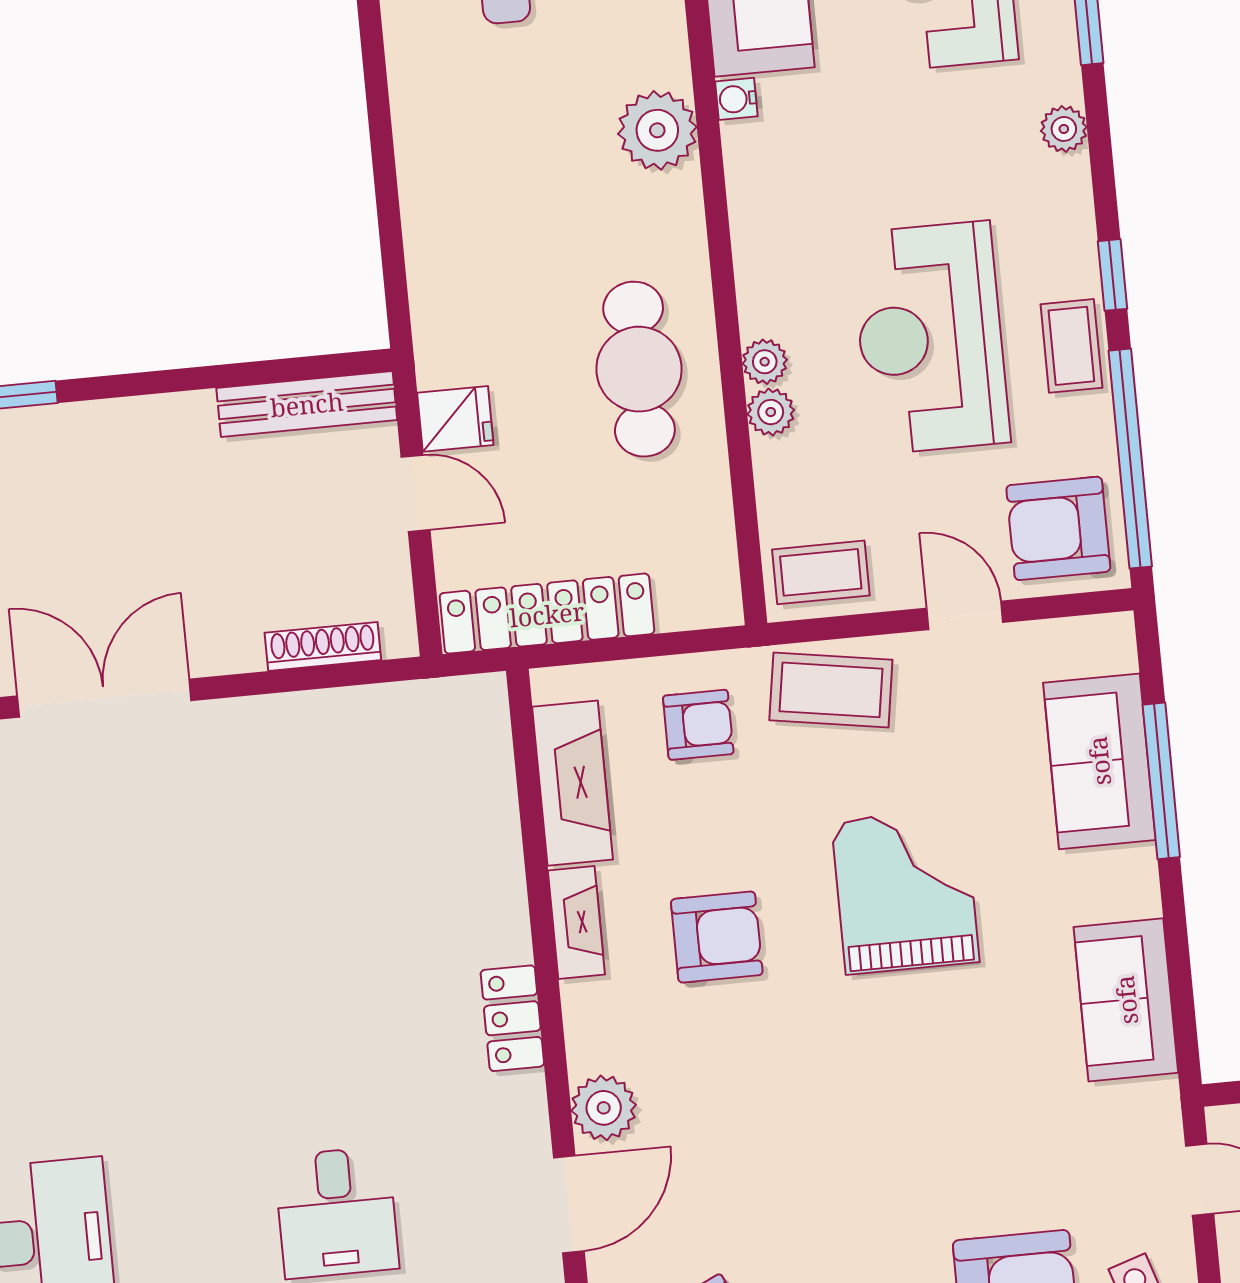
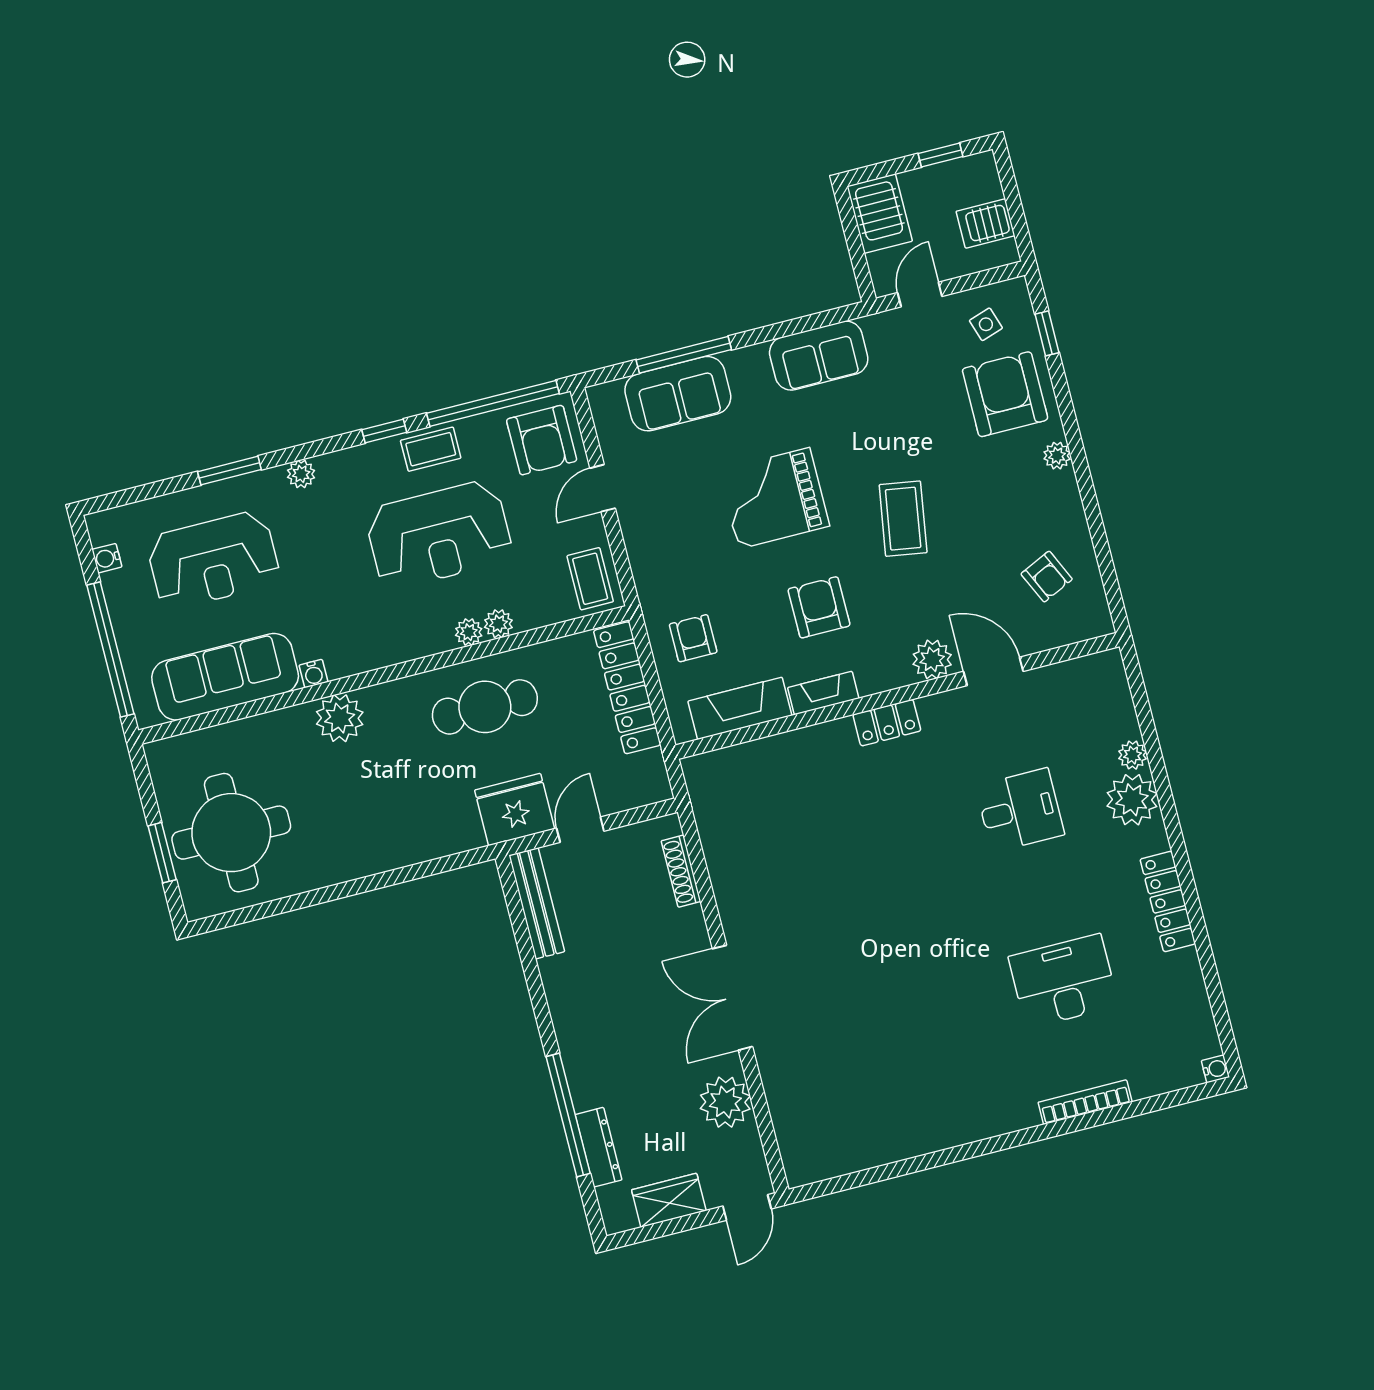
fridge: (455, 419) -> (515, 810), width x1.88, depth x1.34
locker: (547, 614) -> (627, 688), moved
coffee table: (831, 690) -> (903, 519), moved

